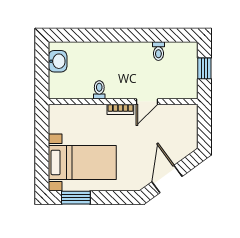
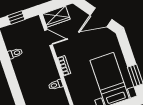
door: (147, 102) -> (49, 37), moved
wardrobe: (188, 121) -> (56, 16), added

